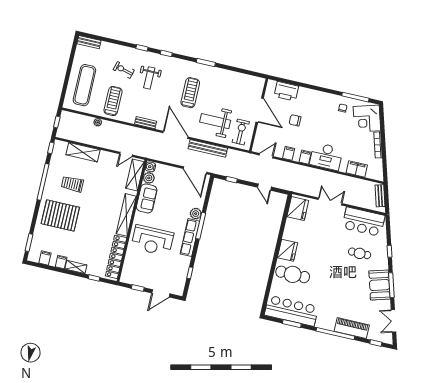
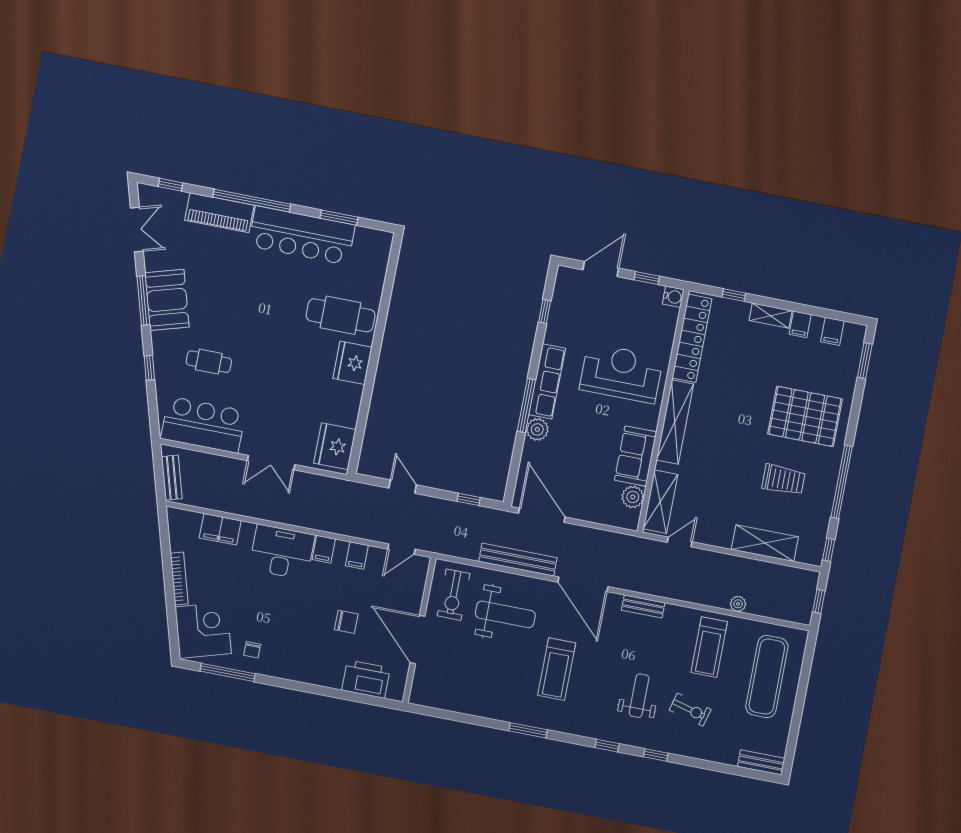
water cooler: (150, 167) -> (673, 297), moved
bar counter: (291, 311) -> (302, 235), moved

